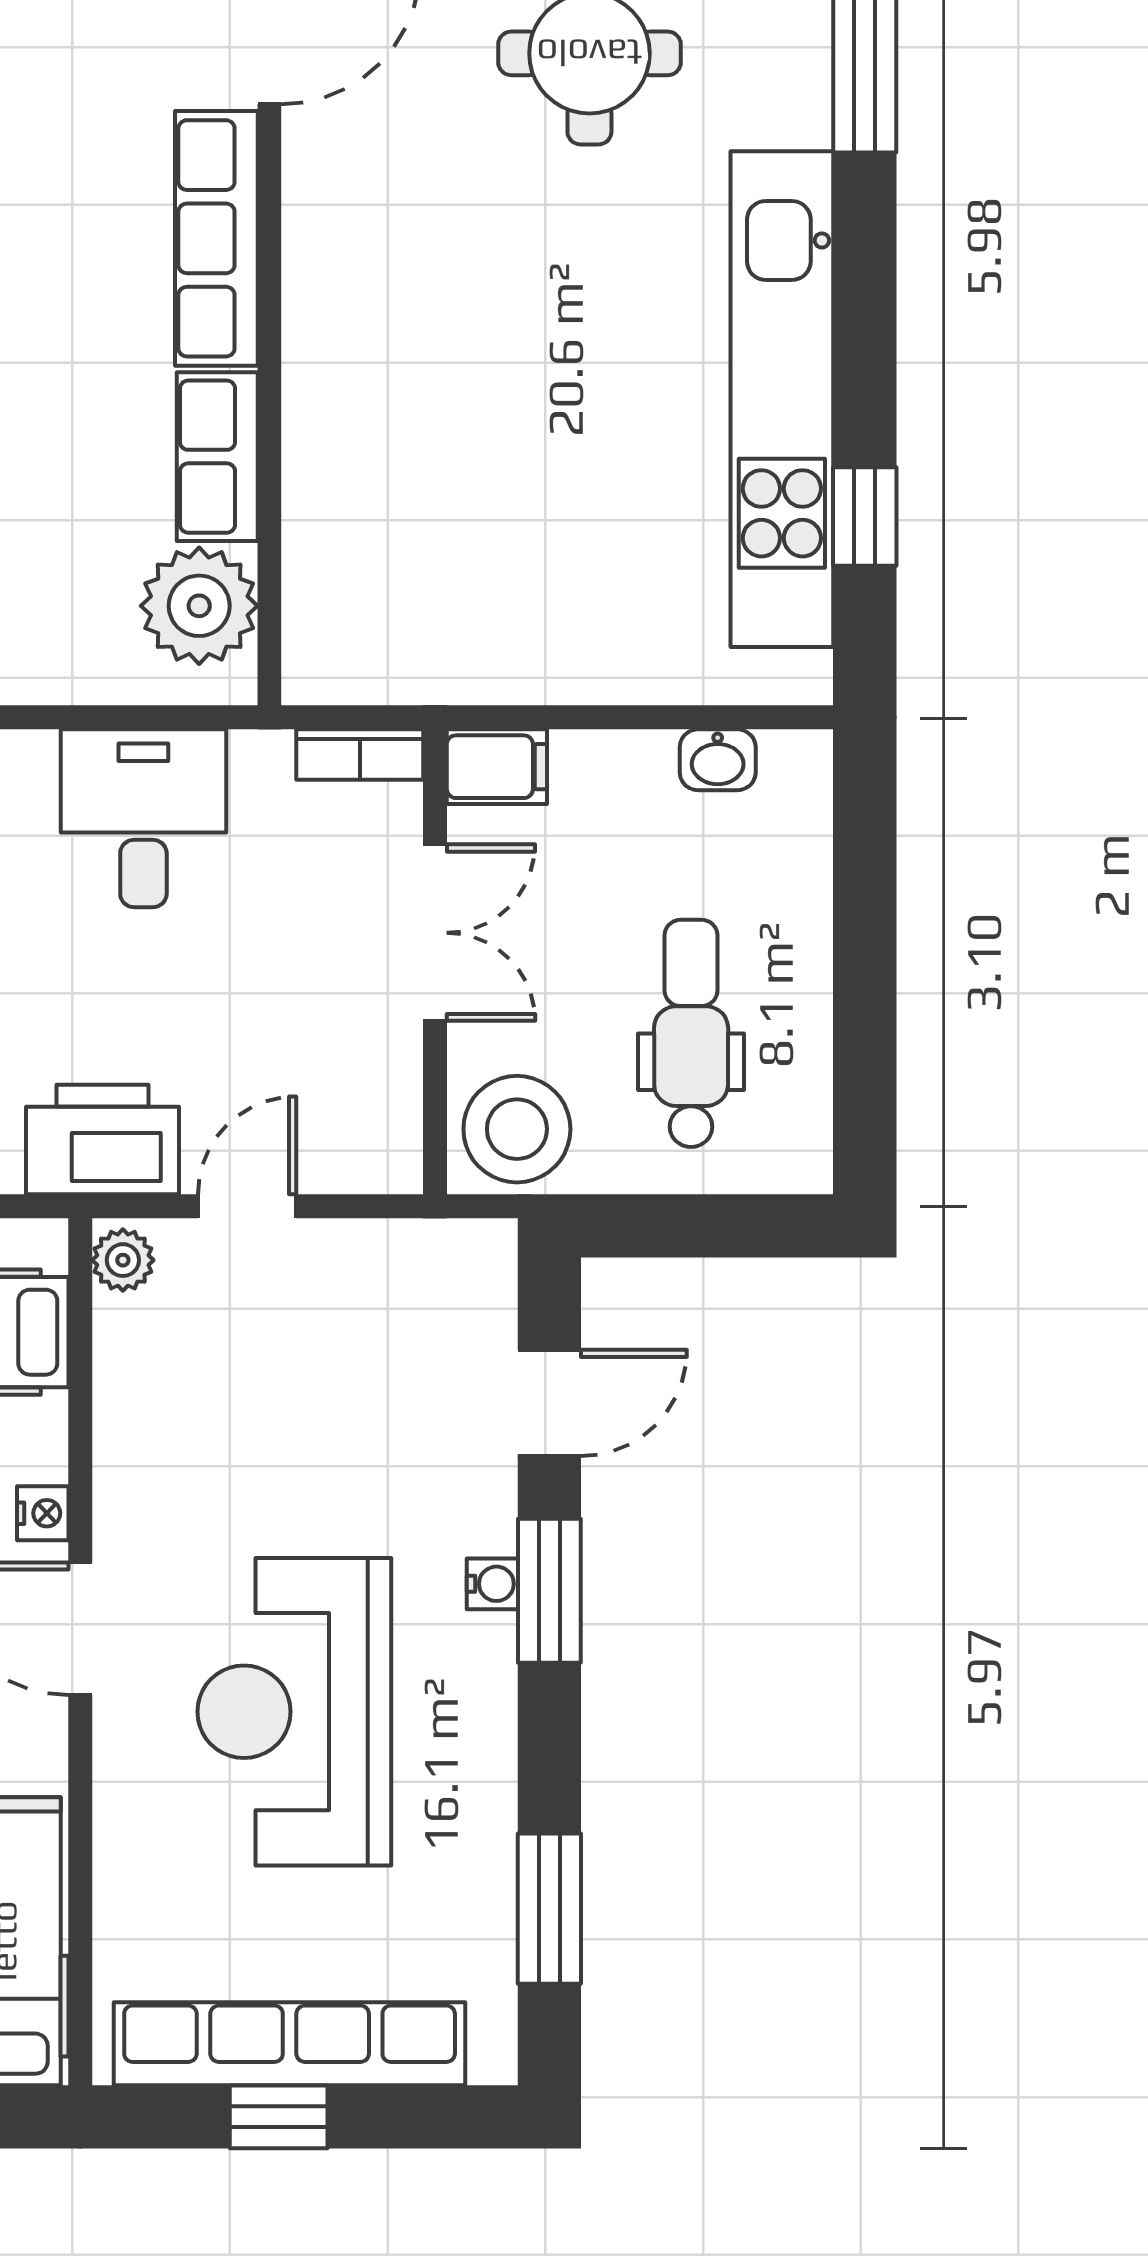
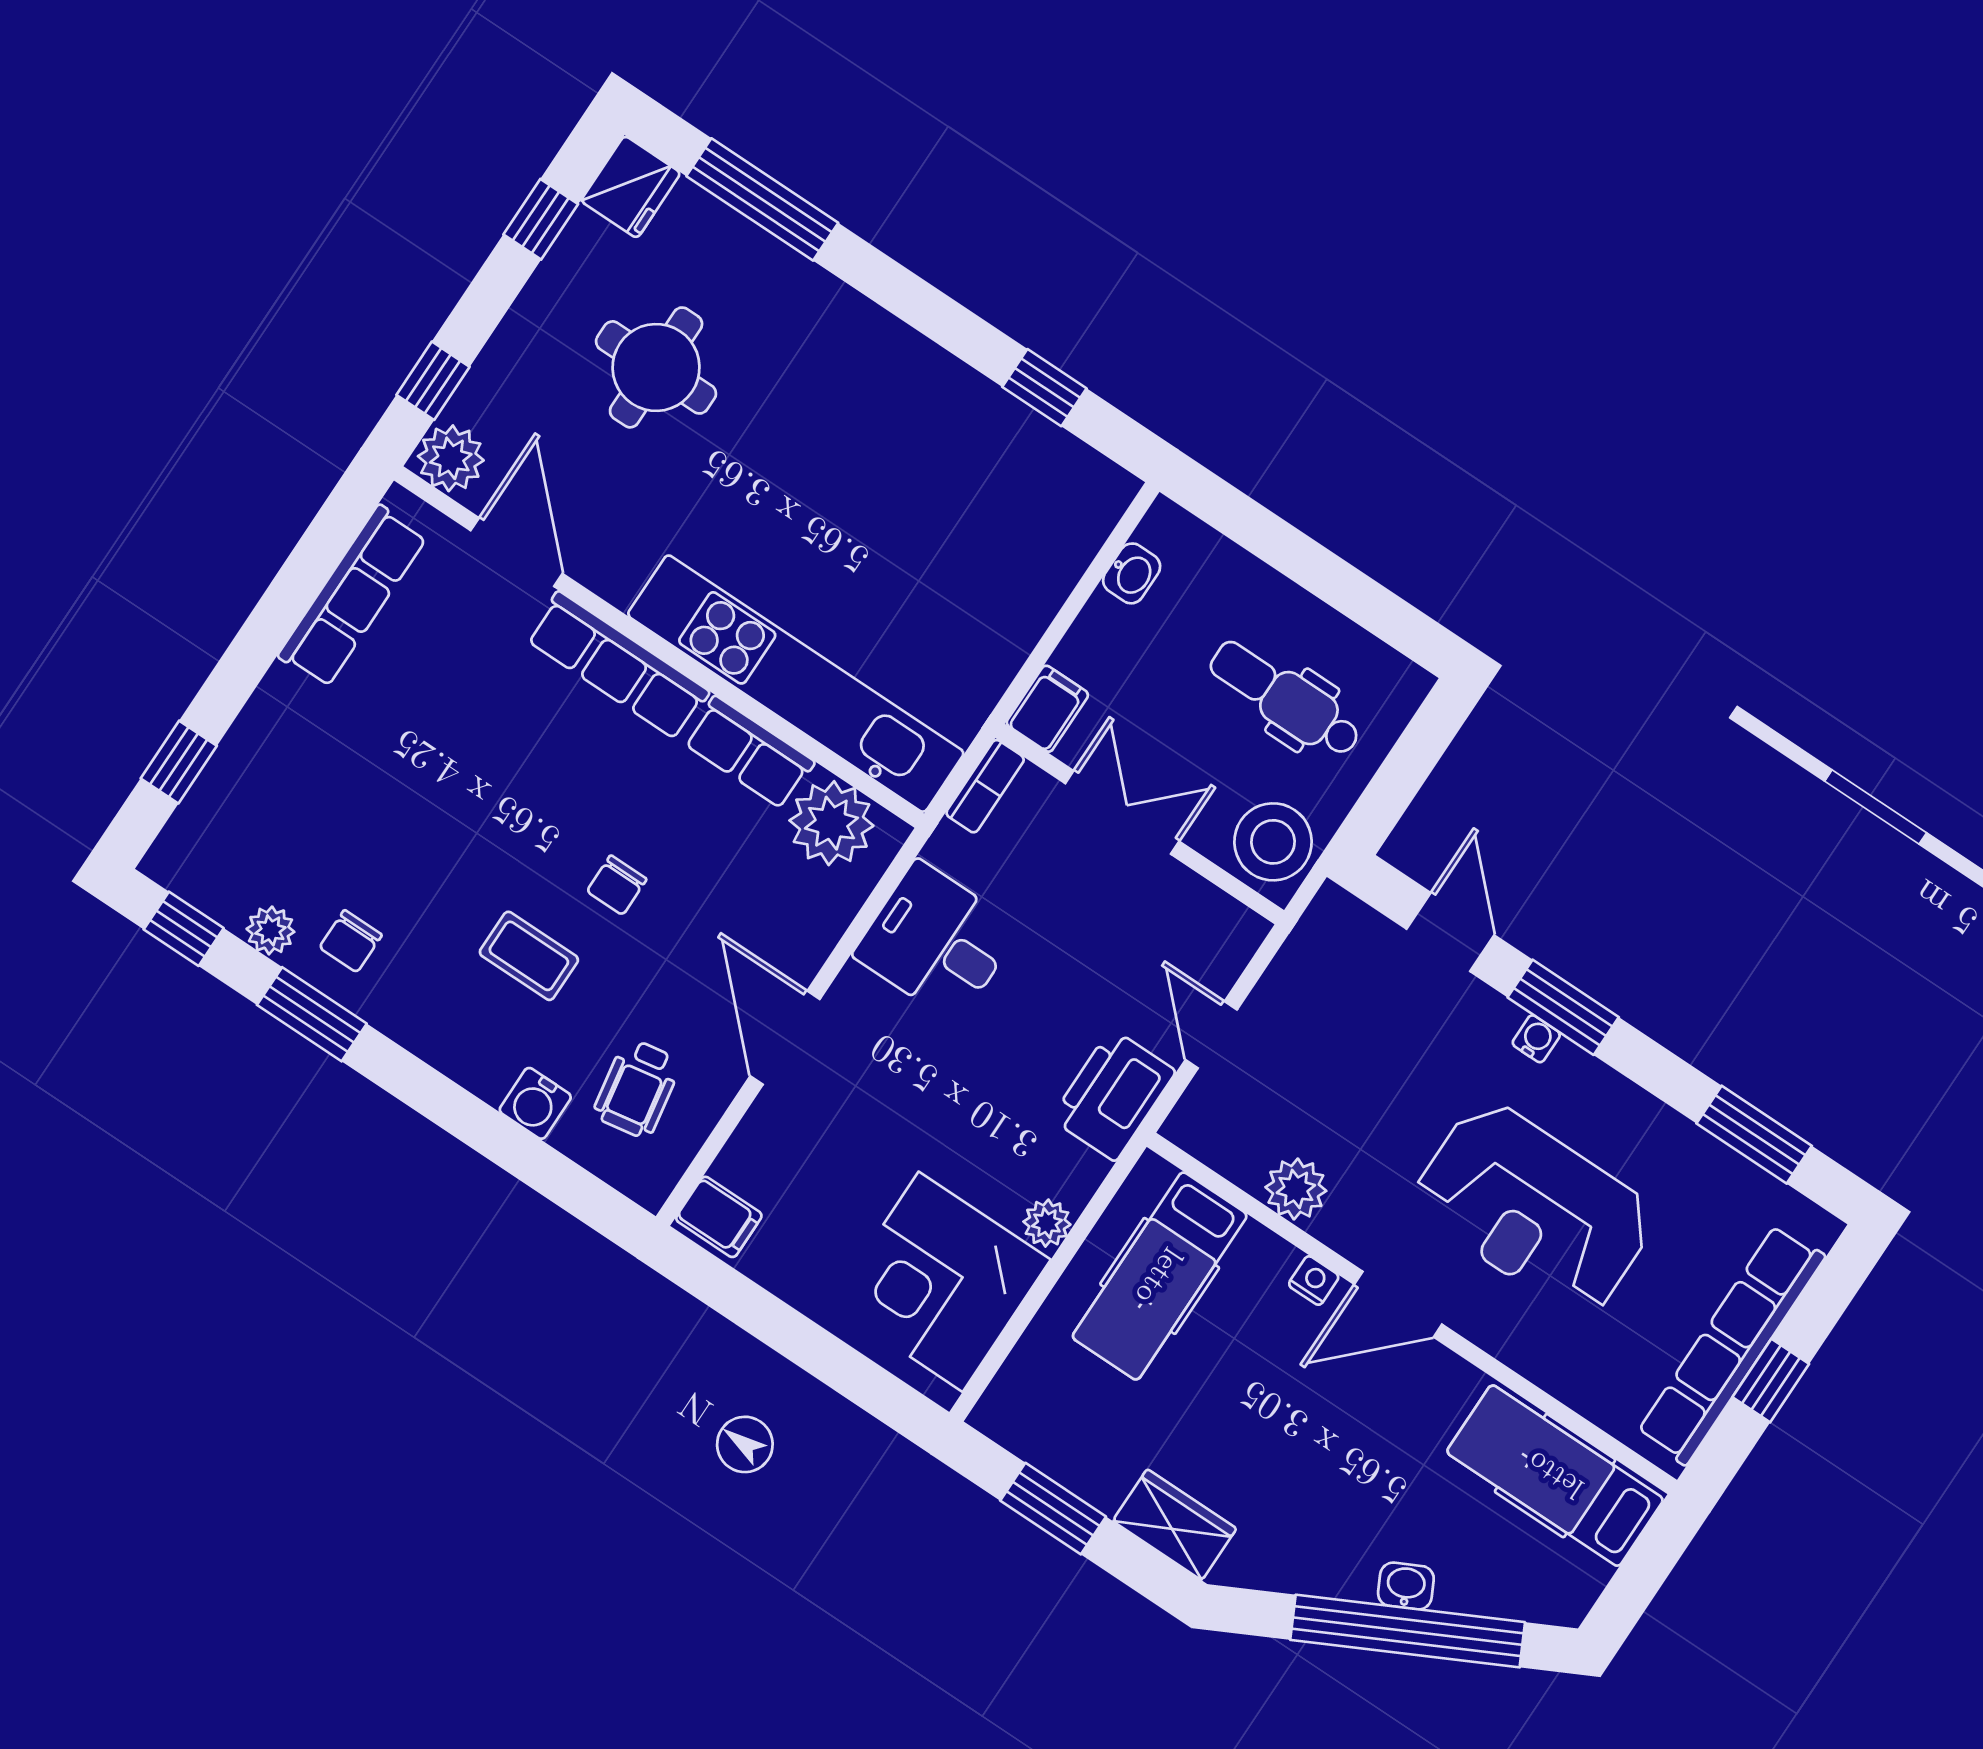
kitchen unit: (782, 399) -> (796, 684), moved, turned 180
plant: (123, 1260) -> (1296, 1189), moved, width x1.38, depth x1.38

